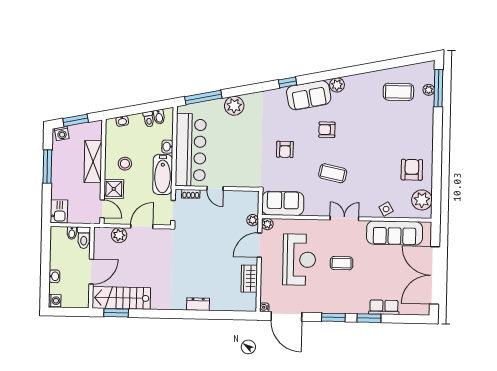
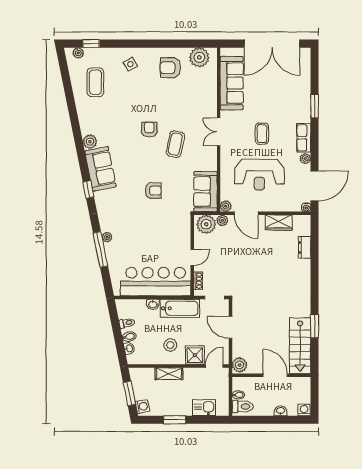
window: (438, 88) -> (91, 44), width x0.46
plant: (429, 90) -> (78, 53), moved
window: (203, 97) -> (100, 249), moved
plant: (234, 106) -> (107, 237), width x0.53, depth x0.53
bidet: (159, 117) -> (129, 337), moved
armchair: (327, 130) -> (149, 130), moved, turned 180
shelving: (93, 162) -> (169, 374), width x0.67, depth x0.75
window: (47, 167) -> (175, 420), width x0.69
plant: (249, 203) -> (206, 224), added
side table: (386, 209) -> (130, 64), moved
kitchen sink: (59, 211) -> (204, 408), moved
plant: (119, 235) -> (239, 365), moved
toilet: (84, 238) -> (243, 406), moved
reception desk: (299, 260) -> (259, 175), turned 180
dresser: (198, 304) -> (304, 247), moved
plant: (315, 307) -> (305, 159), added
row of seats: (384, 307) -> (304, 138), moved
window: (116, 313) -> (315, 326), moved
window: (333, 317) -> (315, 140), removed

